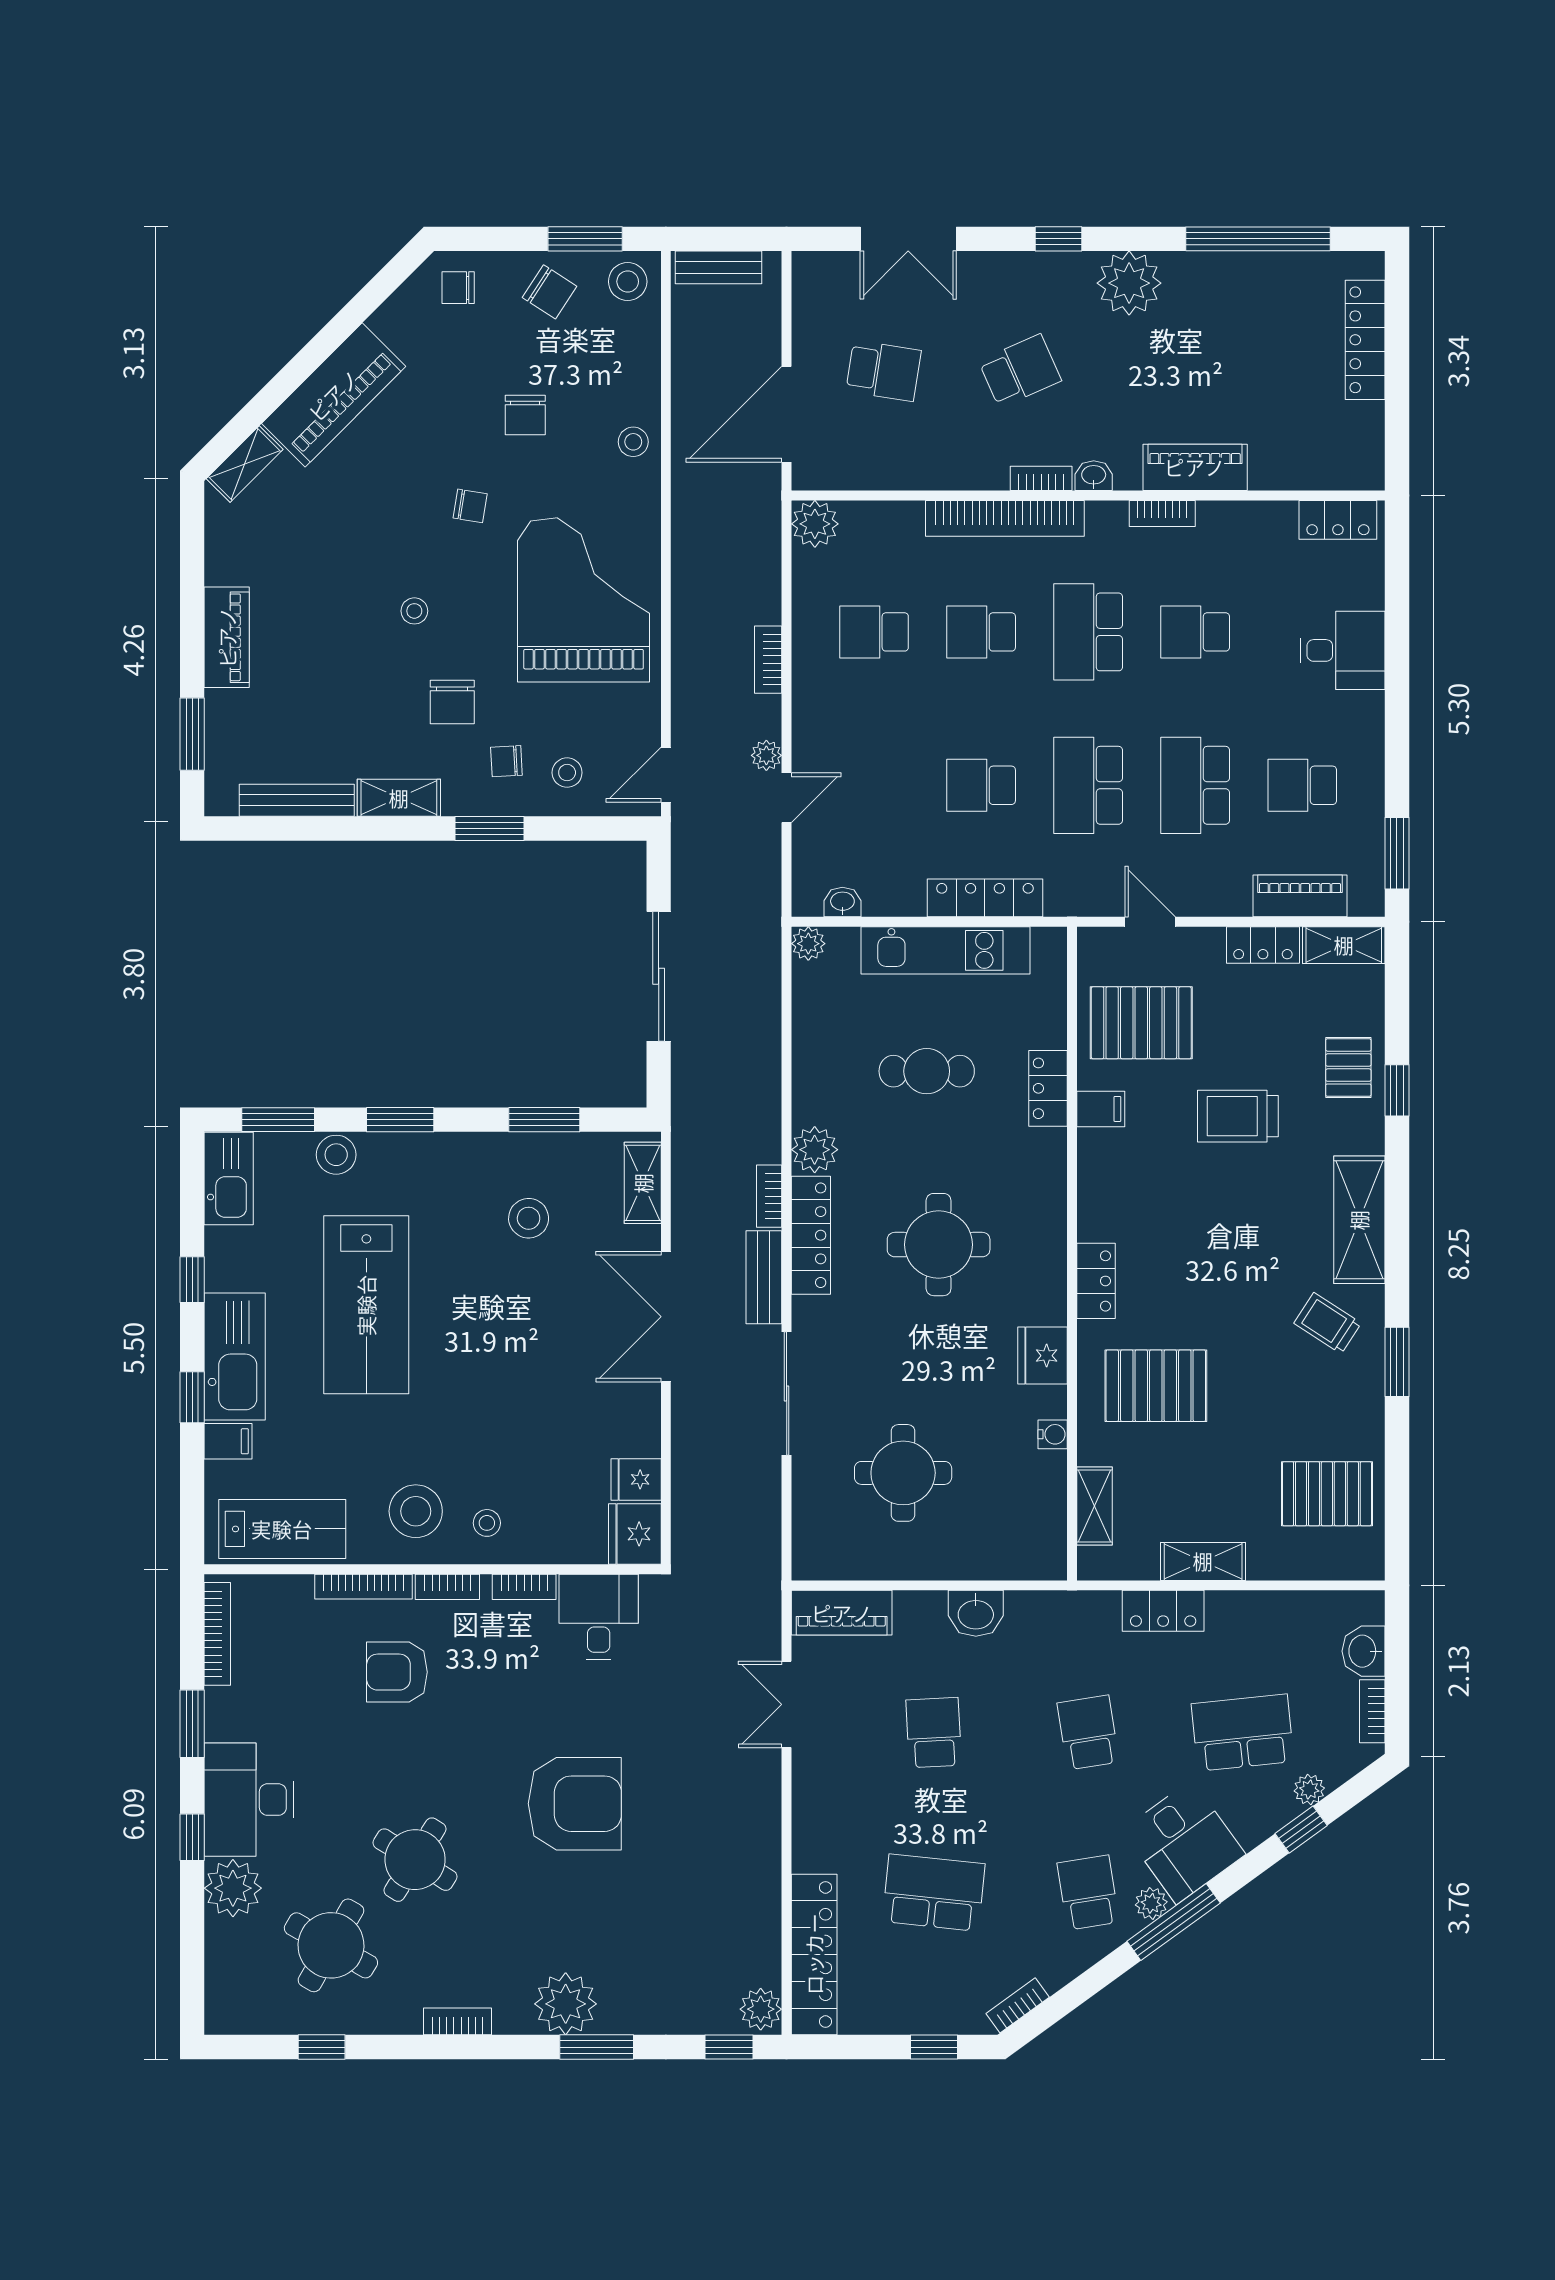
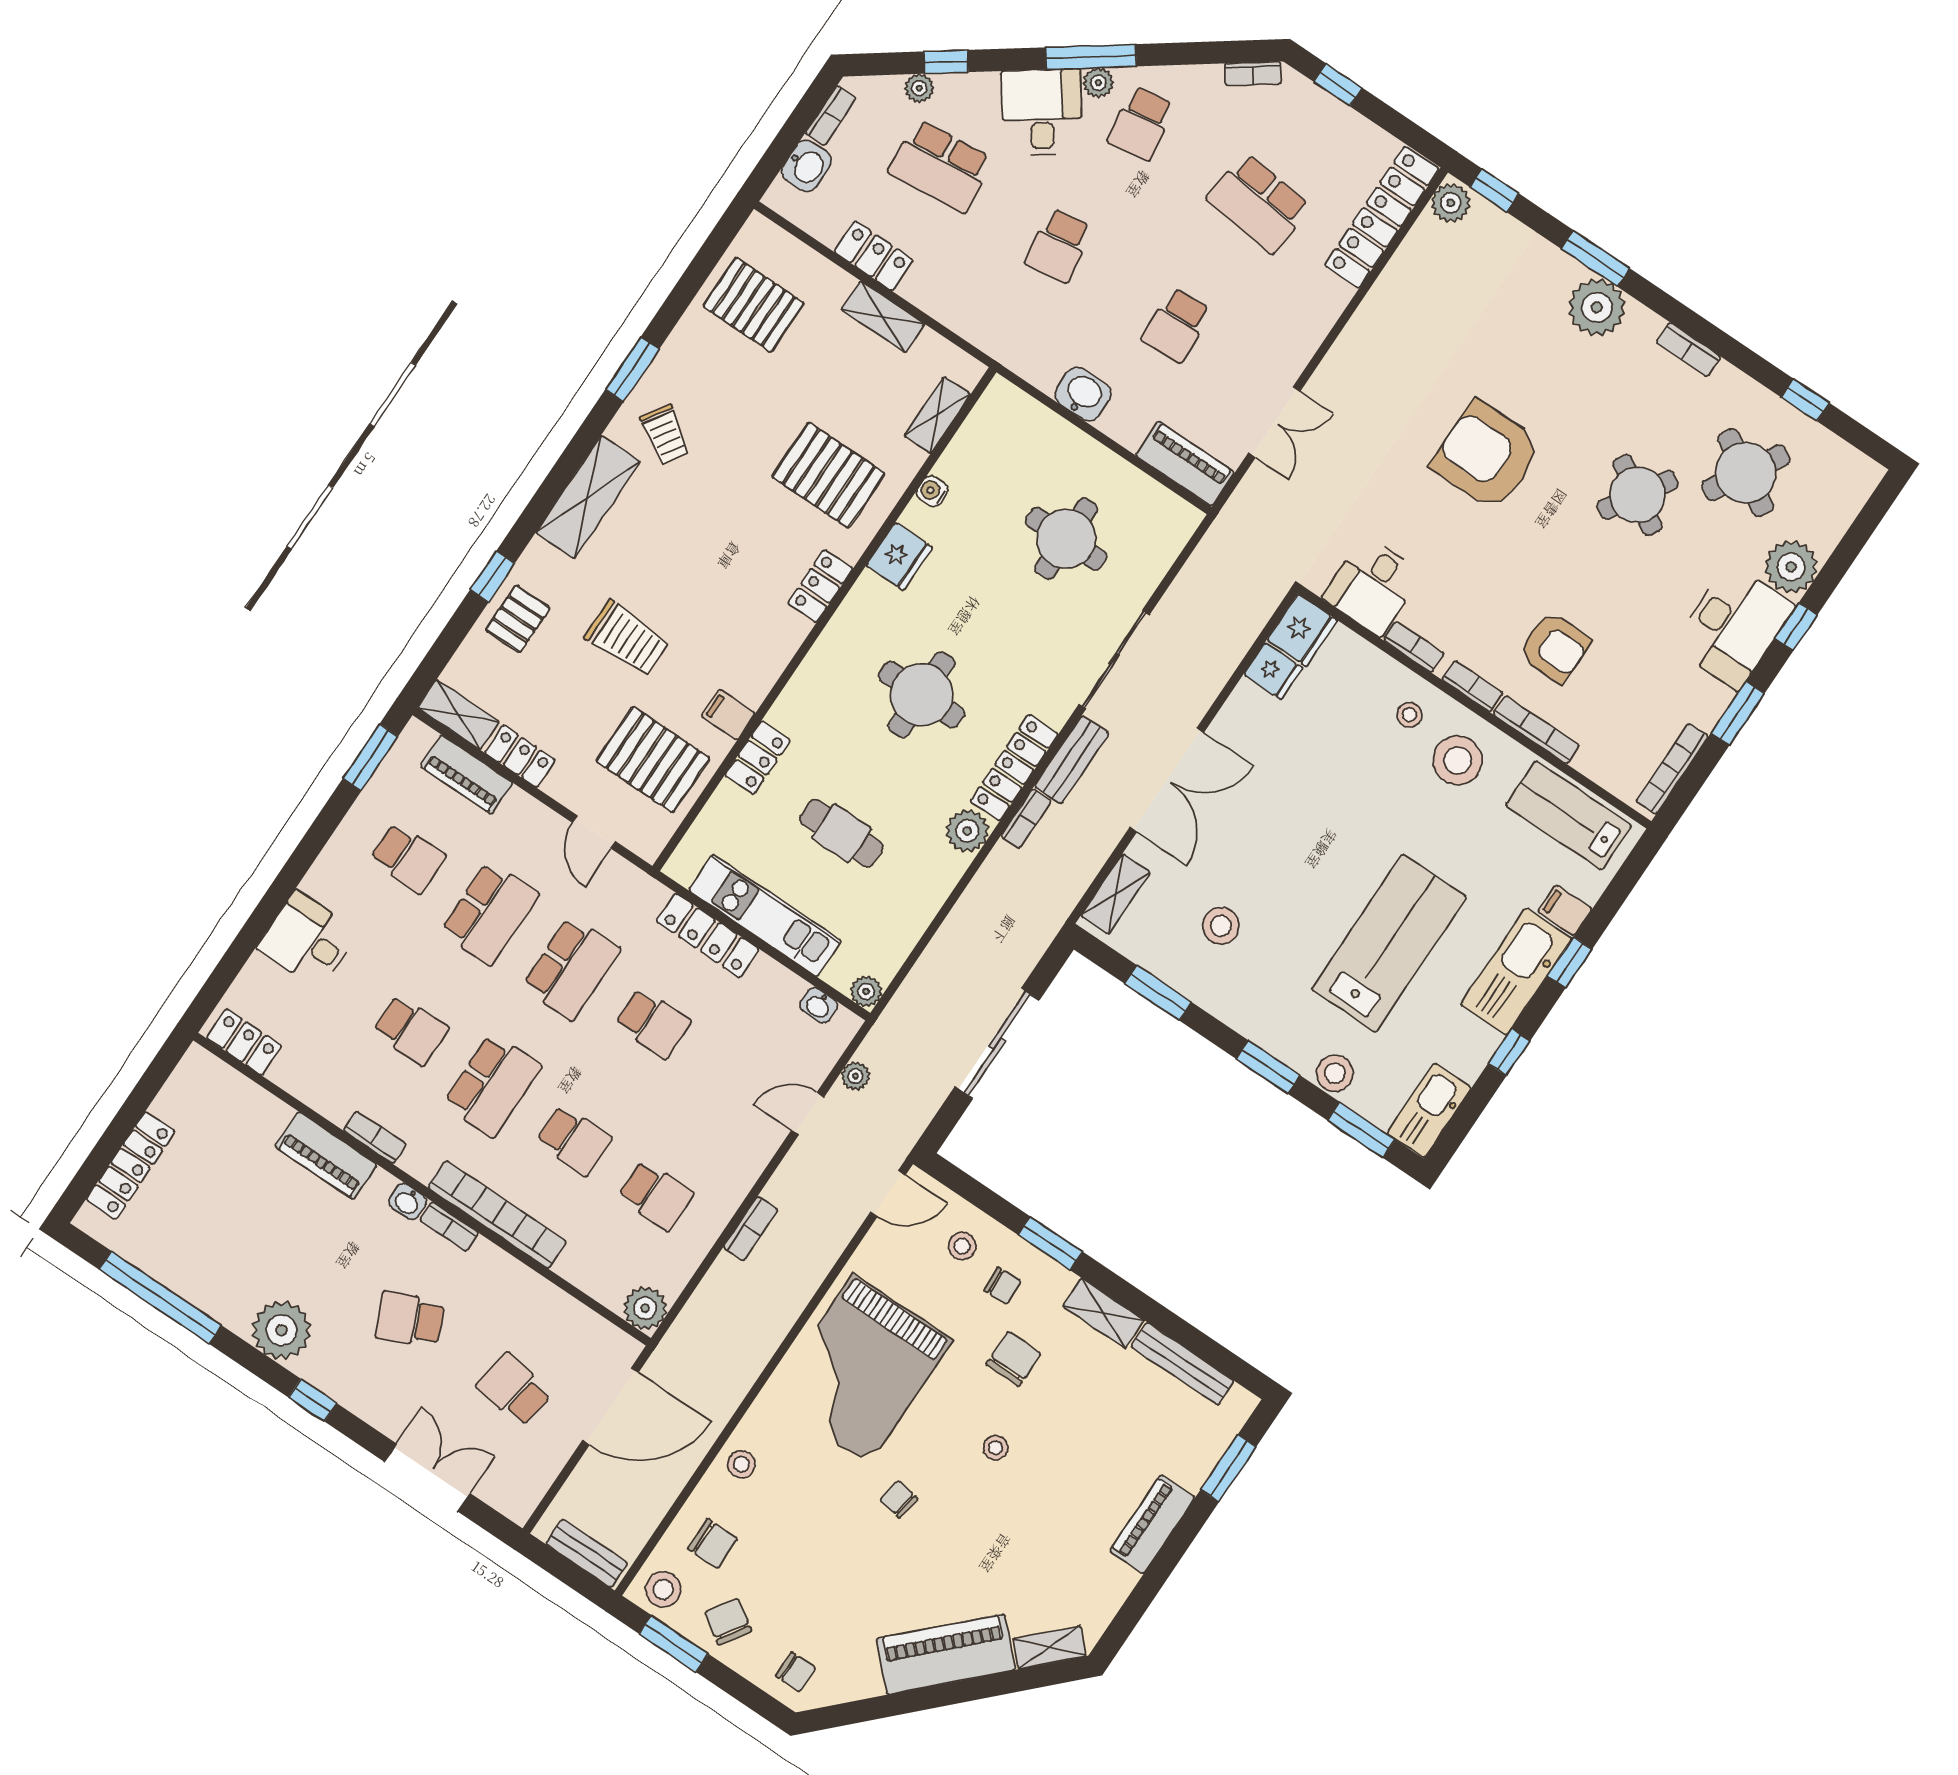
chair: (525, 415) -> (713, 1544), moved, turned 90
plant: (766, 755) -> (855, 1076), moved
locker: (1163, 1611) -> (874, 256), moved

